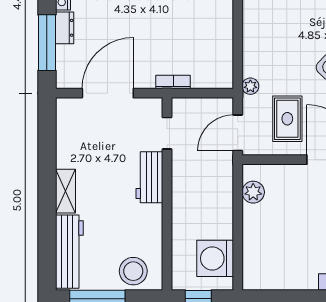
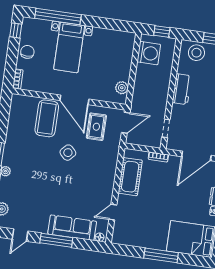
cot: (217, 41) -> (130, 177), added
plant: (250, 86) -> (115, 148), removed
workbench: (149, 177) -> (182, 89), moved

